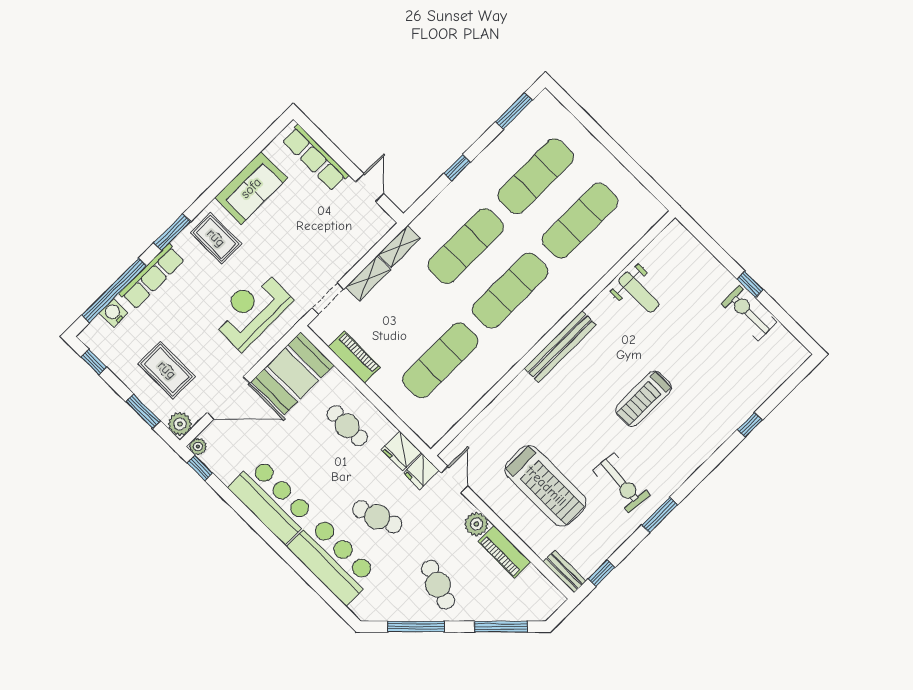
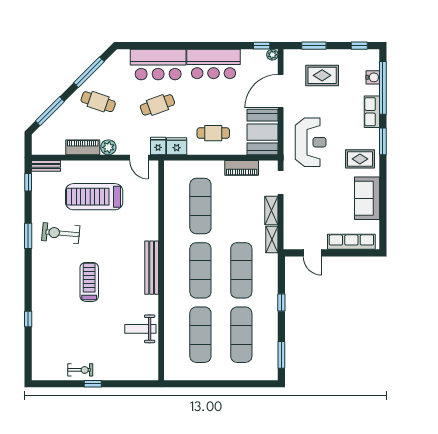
row of seats: (152, 277) -> (372, 112), width x0.68
exercise bike: (749, 313) -> (80, 370), width x0.73, depth x0.72
plant: (180, 424) -> (291, 57), removed

